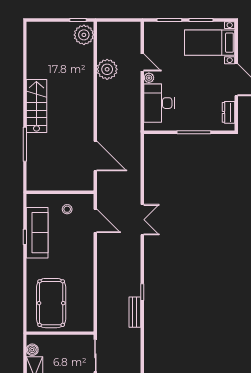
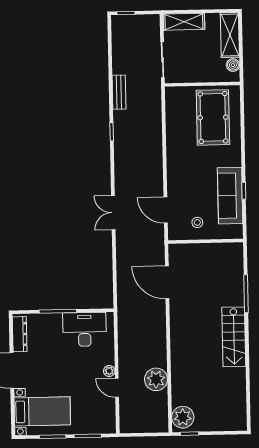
desk: (159, 103) -> (85, 329), moved, turned -90
dresser: (229, 112) -> (20, 334), width x1.44
bench: (135, 312) -> (119, 92), moved

